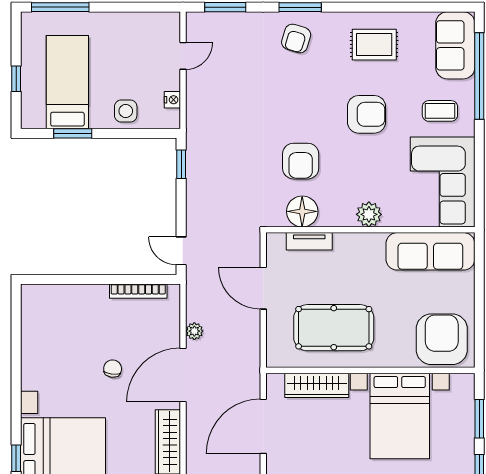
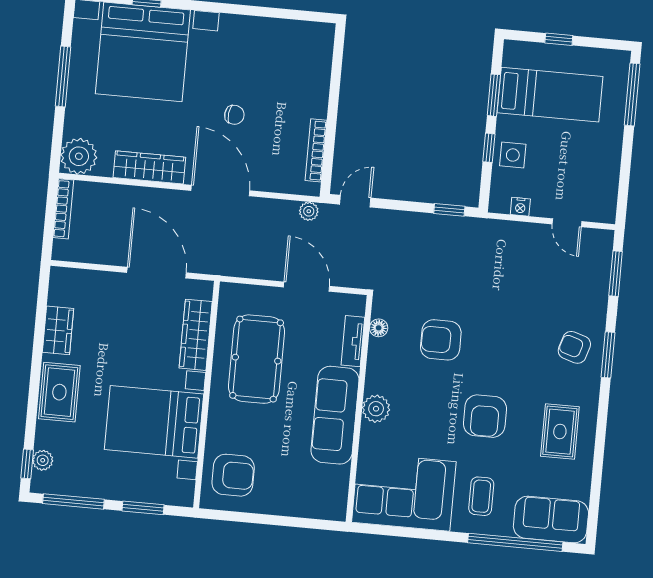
window: (121, 133) -> (489, 148), added
floor lamp: (302, 211) -> (379, 328), width x0.53, depth x0.53
sofa: (430, 251) -> (335, 415), moved
door: (263, 288) -> (307, 287), hinge flipped
plant: (194, 331) -> (309, 211), moved
armchair: (442, 339) -> (233, 475), width x0.73, depth x0.73

